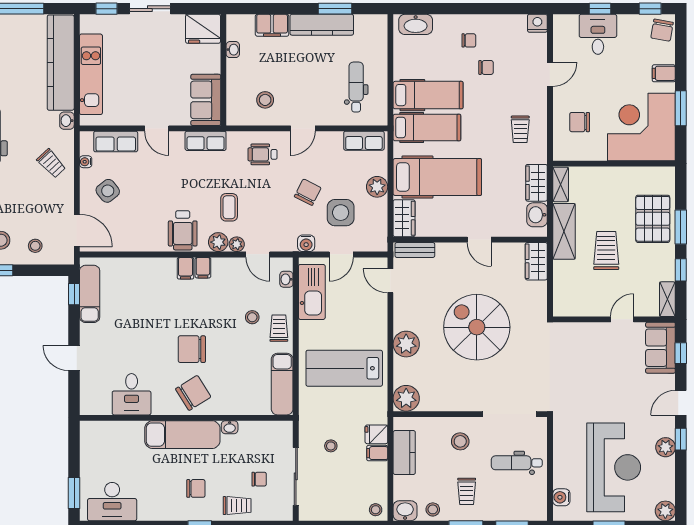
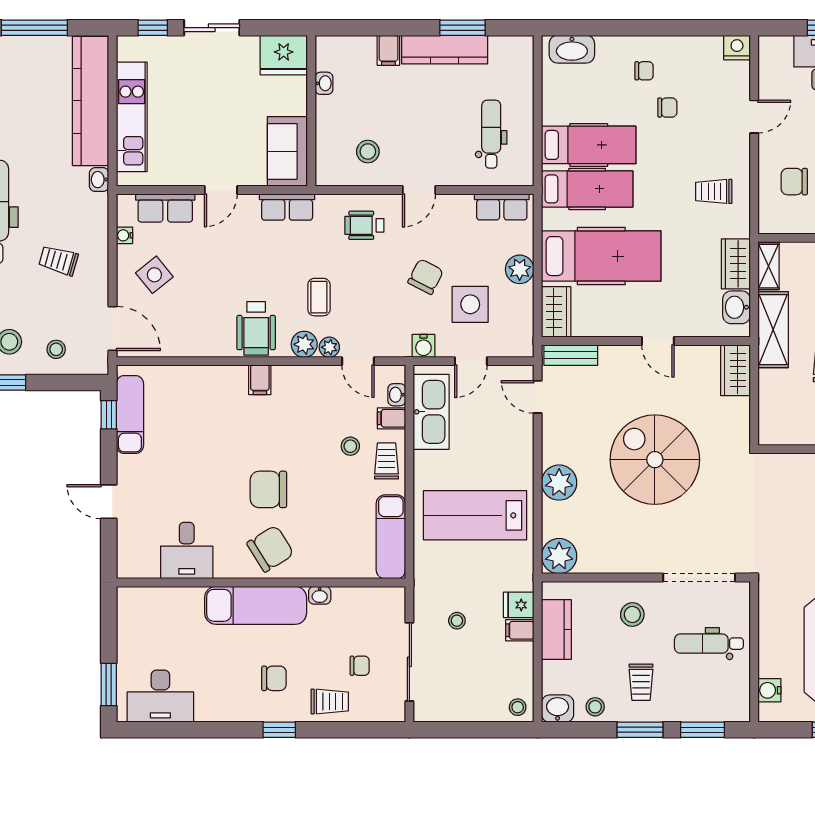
filing cabinet: (272, 25) -> (388, 50), width x0.50
door: (157, 128) -> (221, 190), hinge flipped
trolley: (520, 129) -> (714, 191), turned 90
trolley: (51, 163) -> (58, 260), moved, turned 149
filing cabinet: (203, 268) -> (392, 418), moved, turned 90

